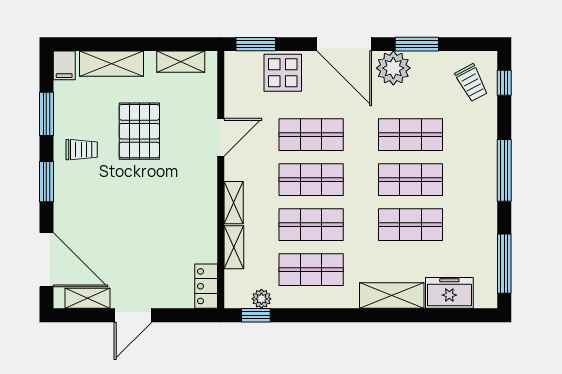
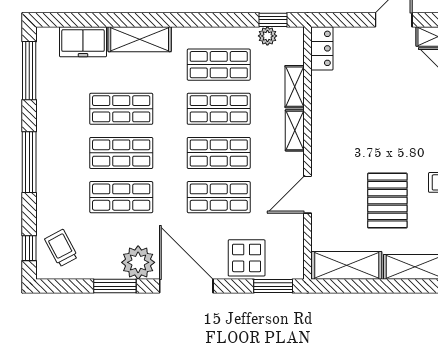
shelving: (181, 62) -> (347, 265), width x1.50, depth x1.33

